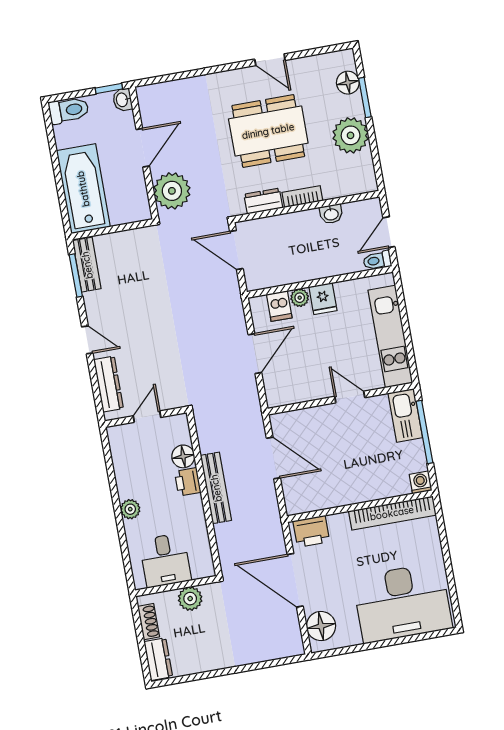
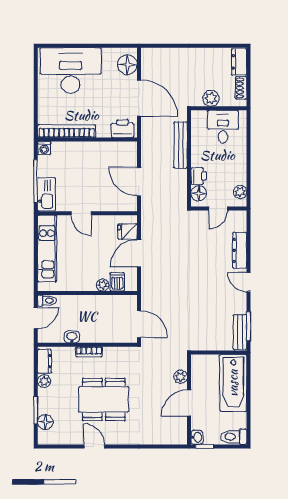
plant: (351, 135) -> (44, 381), width x0.53, depth x0.53
plant: (172, 191) -> (181, 377), width x0.53, depth x0.53
dresser: (263, 201) -> (44, 361), moved, turned -90
fridge: (323, 299) -> (128, 232), moved, turned -90
wall: (146, 417) -> (219, 209), moved
door: (147, 417) -> (218, 209), moved
bench: (216, 488) -> (181, 145), moved
plant: (130, 509) -> (240, 192), moved

